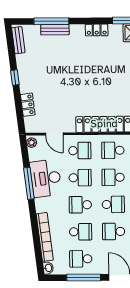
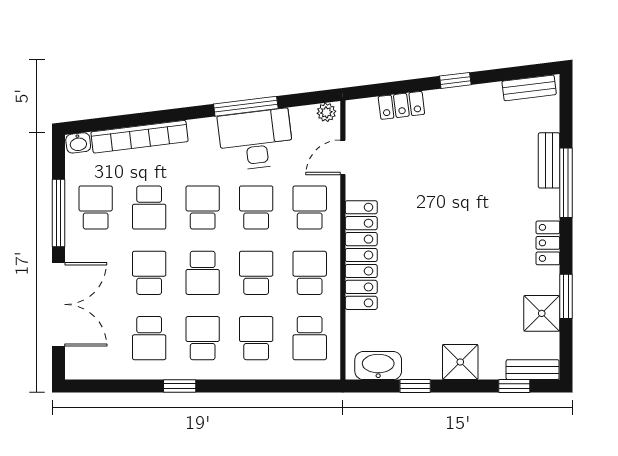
window: (51, 21) -> (566, 183), moved
school desk: (80, 151) -> (310, 208), turned 180
school desk: (80, 178) -> (256, 208), turned 180

